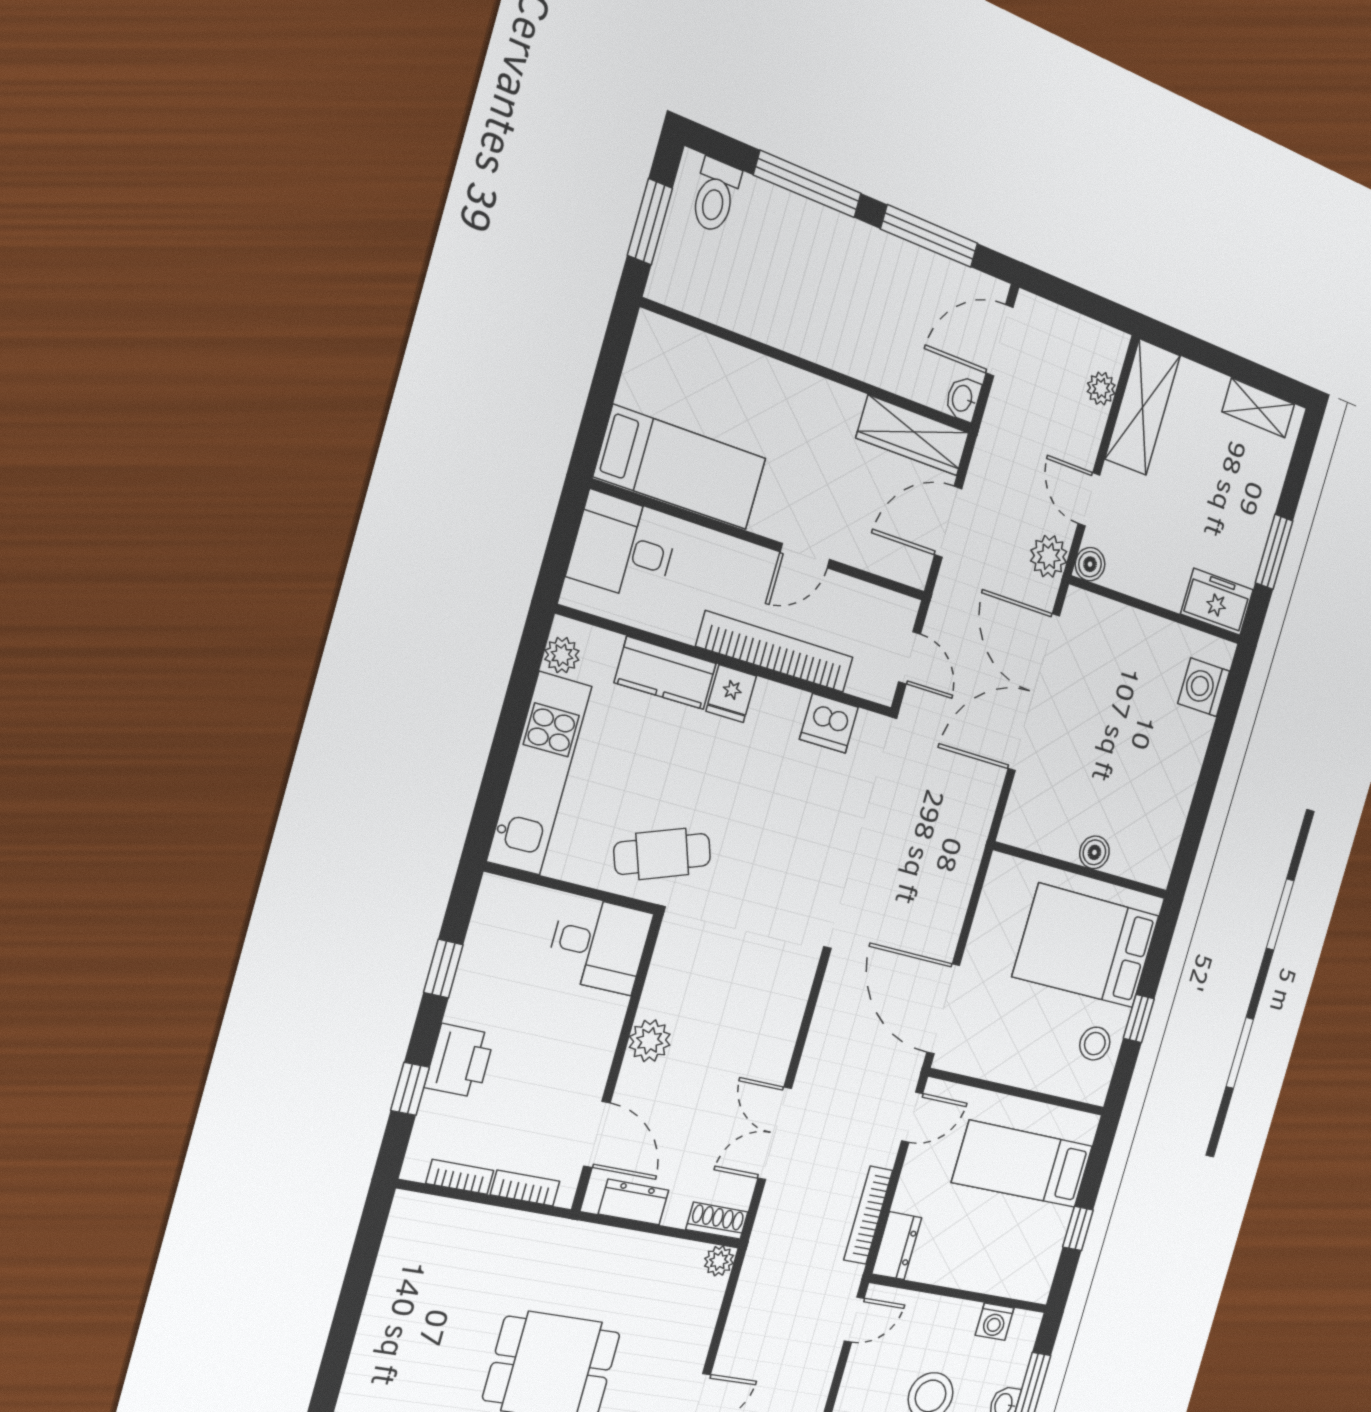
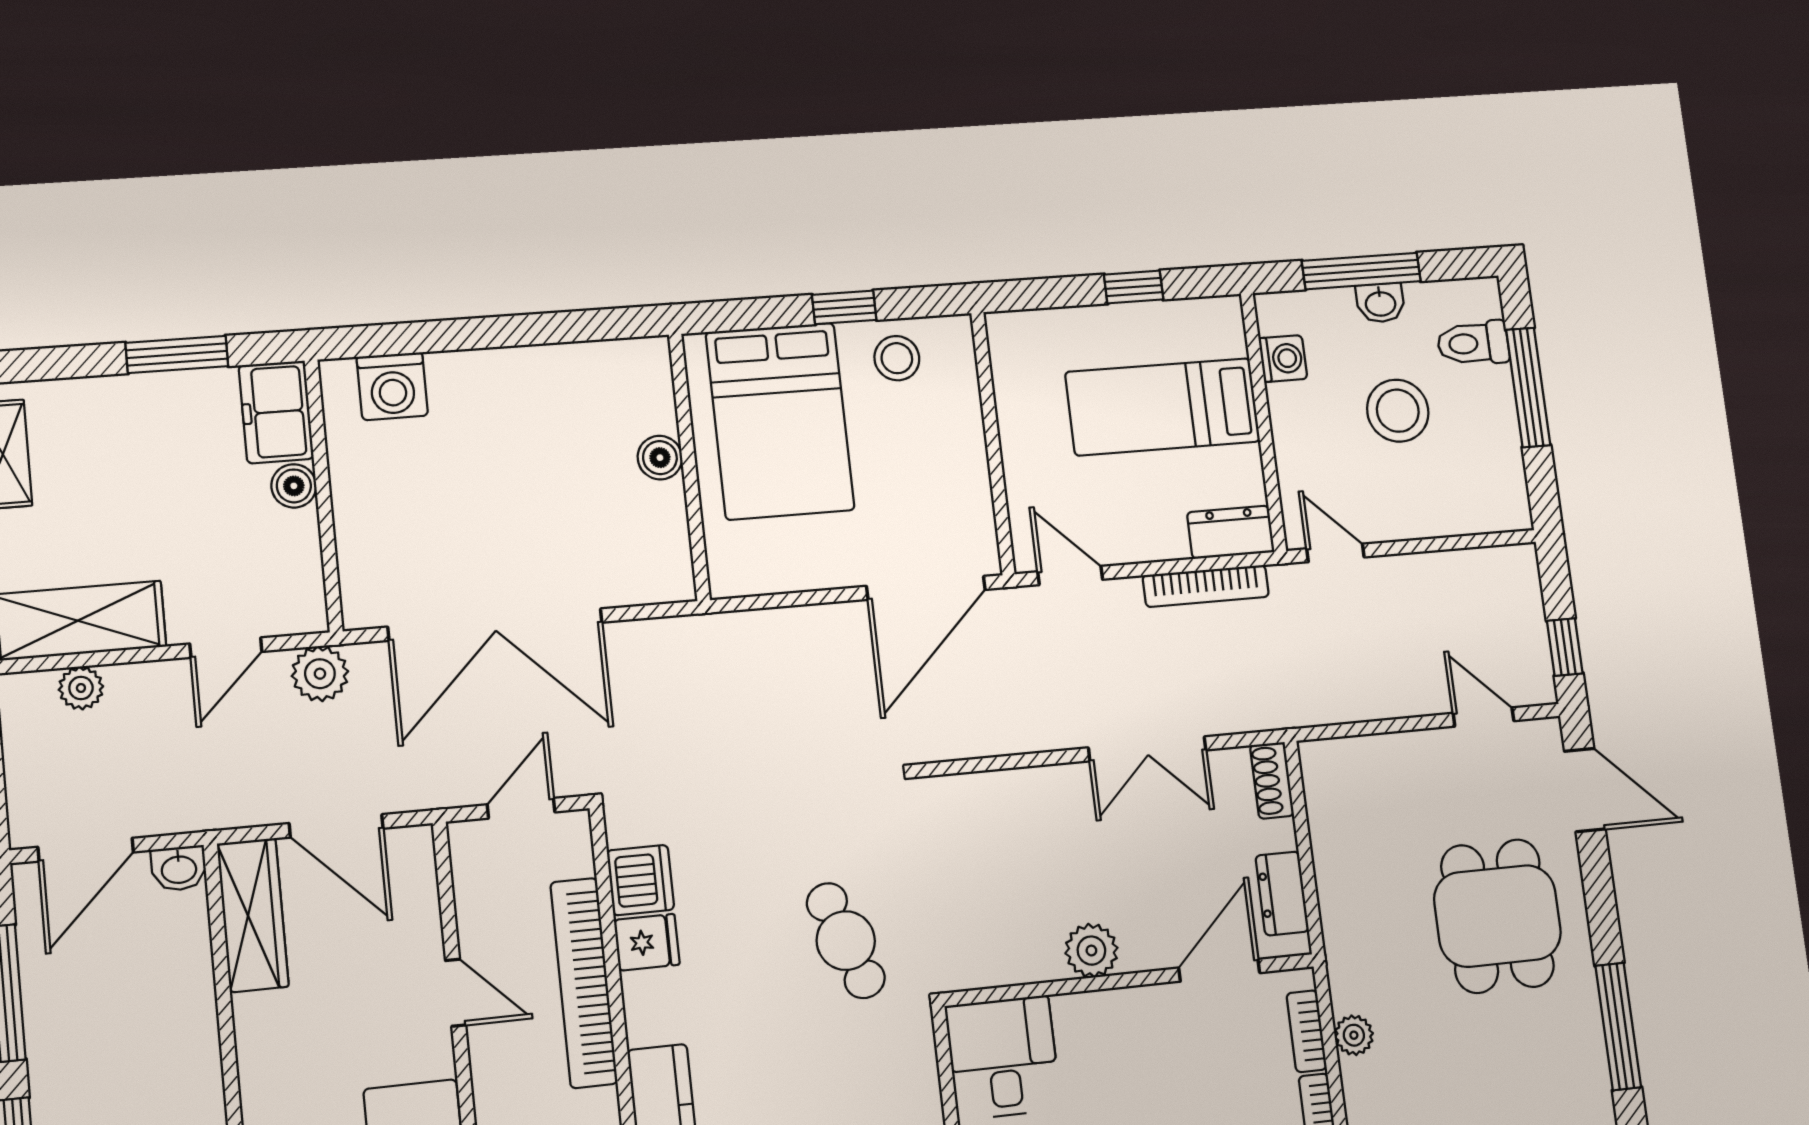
door: (1000, 340) -> (86, 850), hinge flipped
boiler: (1090, 564) -> (294, 486), moved
fridge: (731, 694) -> (647, 942), moved
cafe table: (662, 854) -> (846, 941), moved
bed: (1023, 1164) -> (1163, 407), moved, turned 90
plant: (719, 1261) -> (1354, 1035), moved

